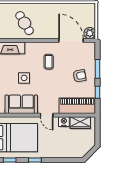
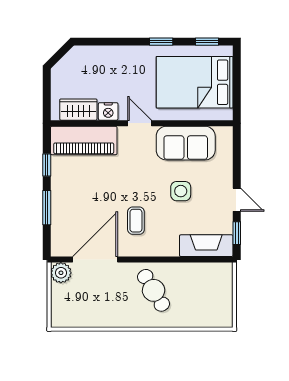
cafe table: (25, 23) -> (154, 290), moved
door: (71, 40) -> (95, 260), swing flipped
armchair: (79, 76) -> (80, 195), removed

